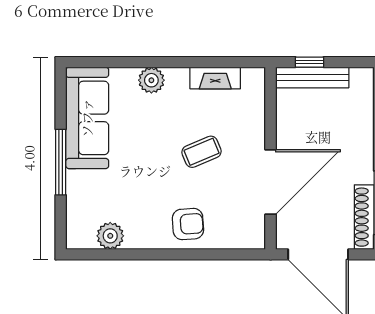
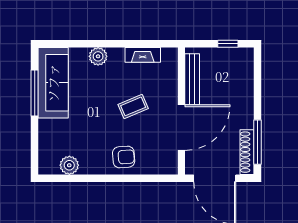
window: (310, 62) -> (228, 44), moved
bench: (312, 78) -> (192, 79), moved, turned 90
window: (61, 162) -> (35, 93), moved

